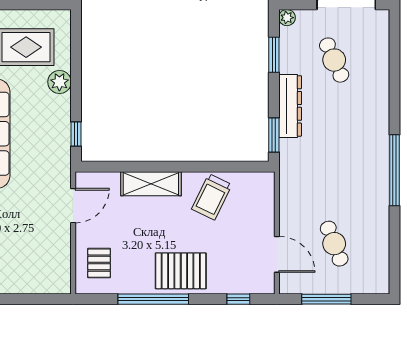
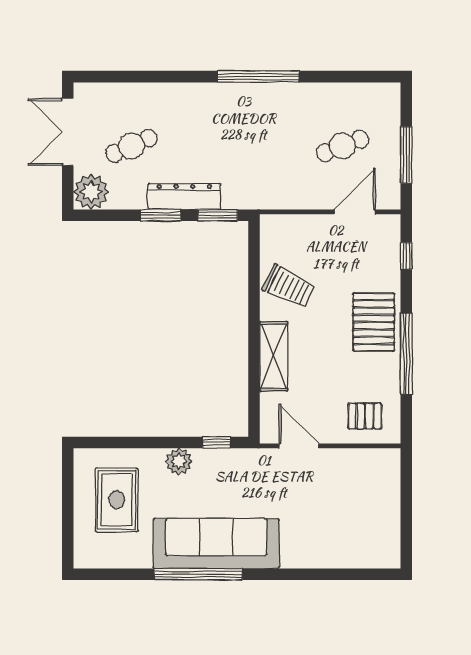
plant: (287, 18) -> (91, 192), width x1.87, depth x1.87
window: (274, 55) -> (161, 215), moved
plant: (59, 82) -> (179, 461), moved

